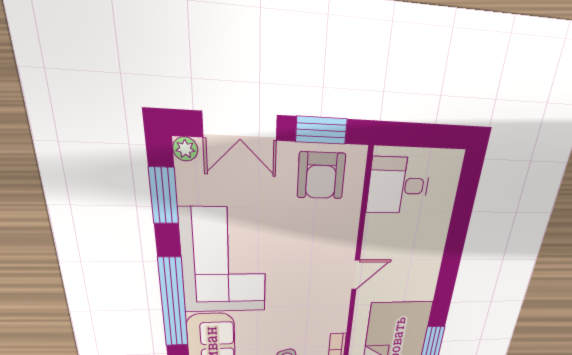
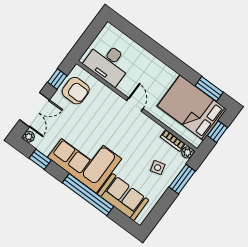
window: (321, 130) -> (57, 79), width x0.67
desk: (399, 186) -> (108, 63), width x1.37
window: (164, 196) -> (40, 159), width x0.67

